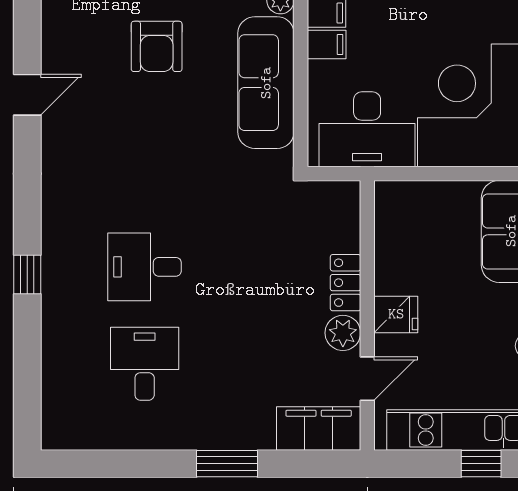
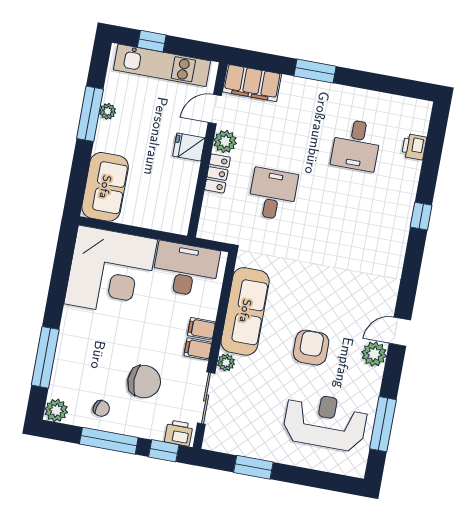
plant: (60, 54) -> (374, 354), added
desk: (145, 267) -> (273, 194), moved, turned -90
printer: (57, 377) -> (414, 147), added

